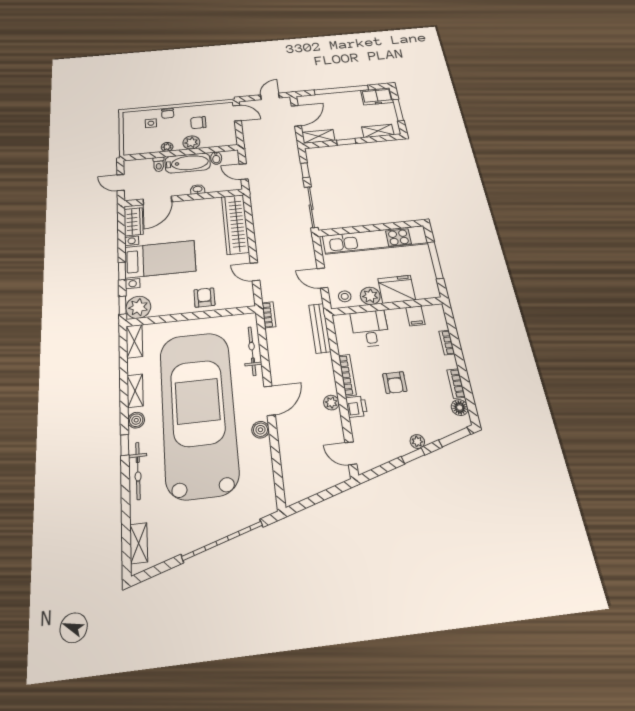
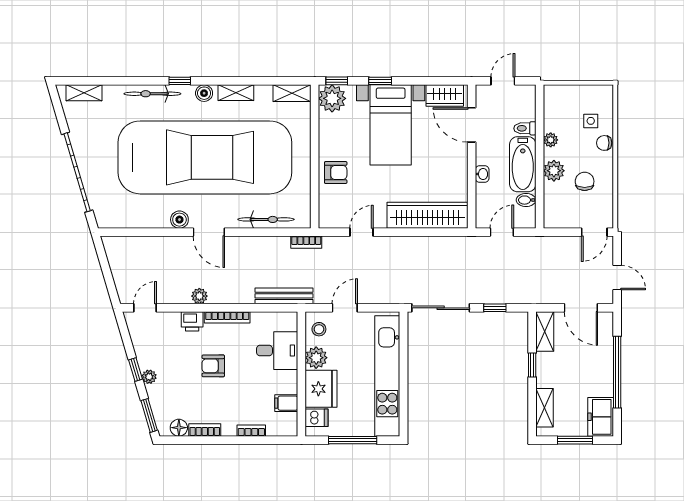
dishwasher: (423, 290) -> (317, 418), added

